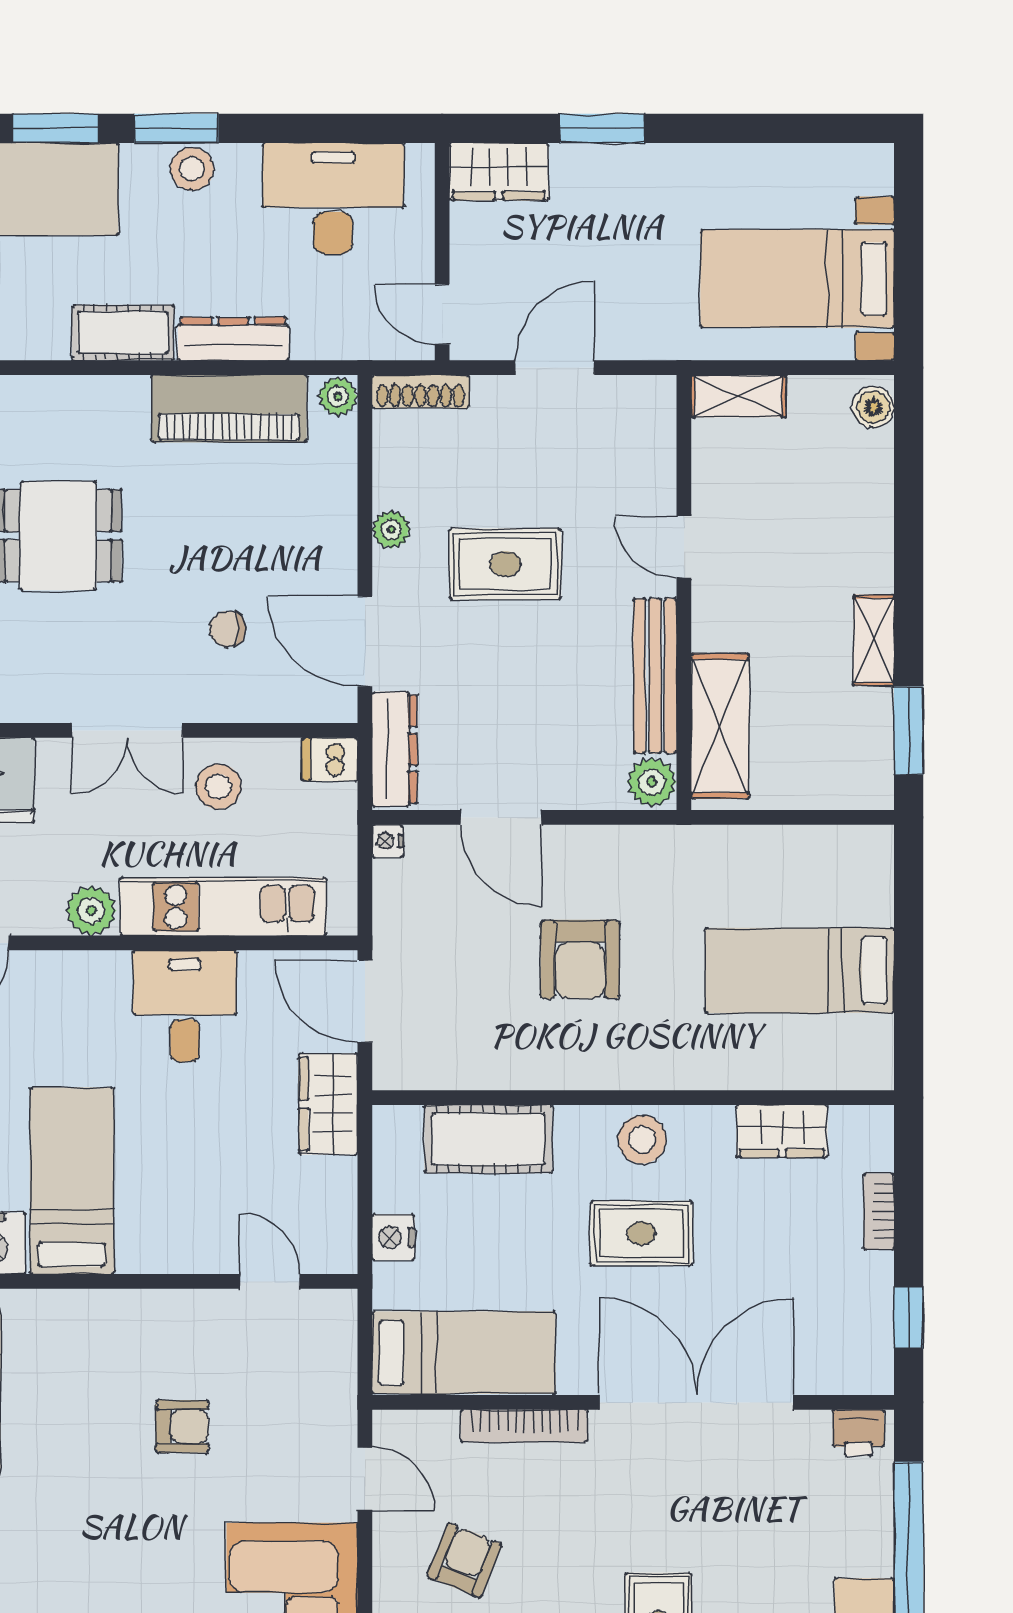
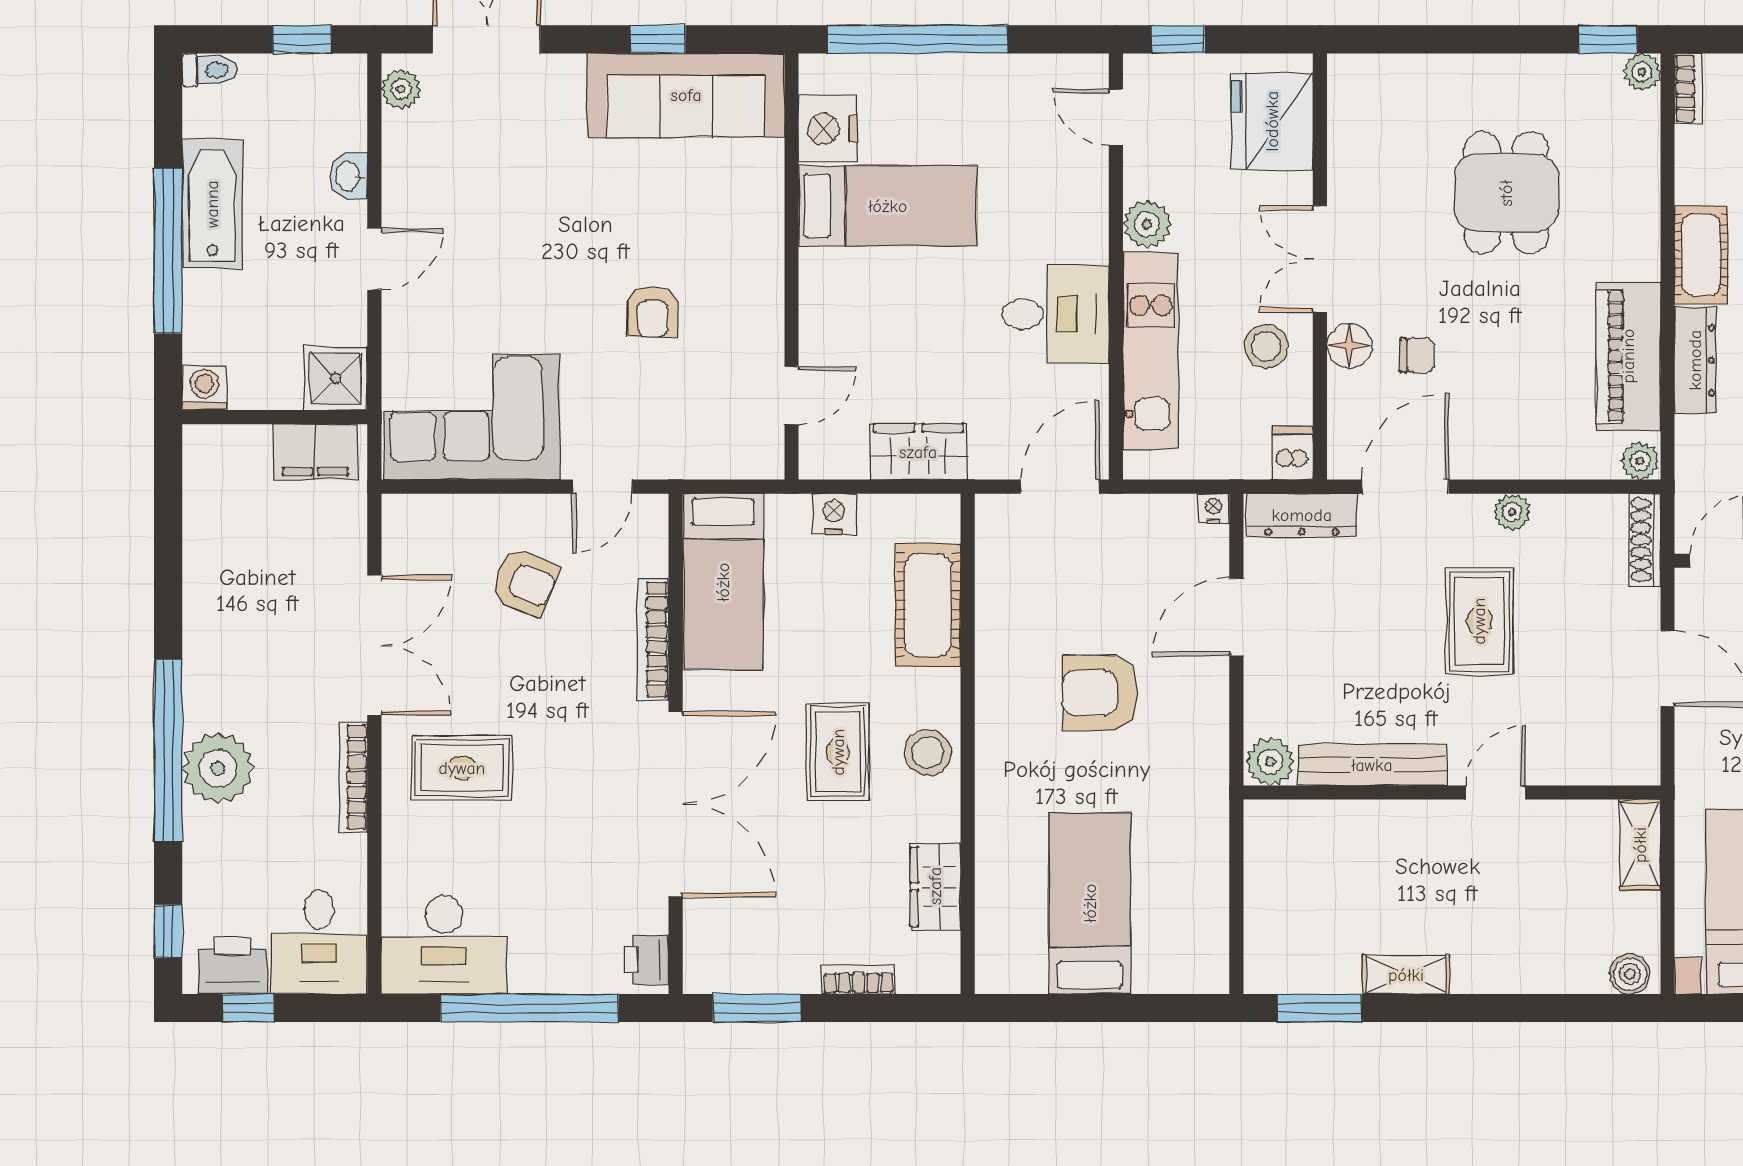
chair: (228, 629) -> (1417, 355), turned 90
floor lamp: (218, 700) -> (1349, 346), added
shelving: (720, 726) -> (1324, 827), removed
wardrobe: (328, 1104) -> (918, 452), moved
window: (909, 1318) -> (757, 1008), width x1.50

